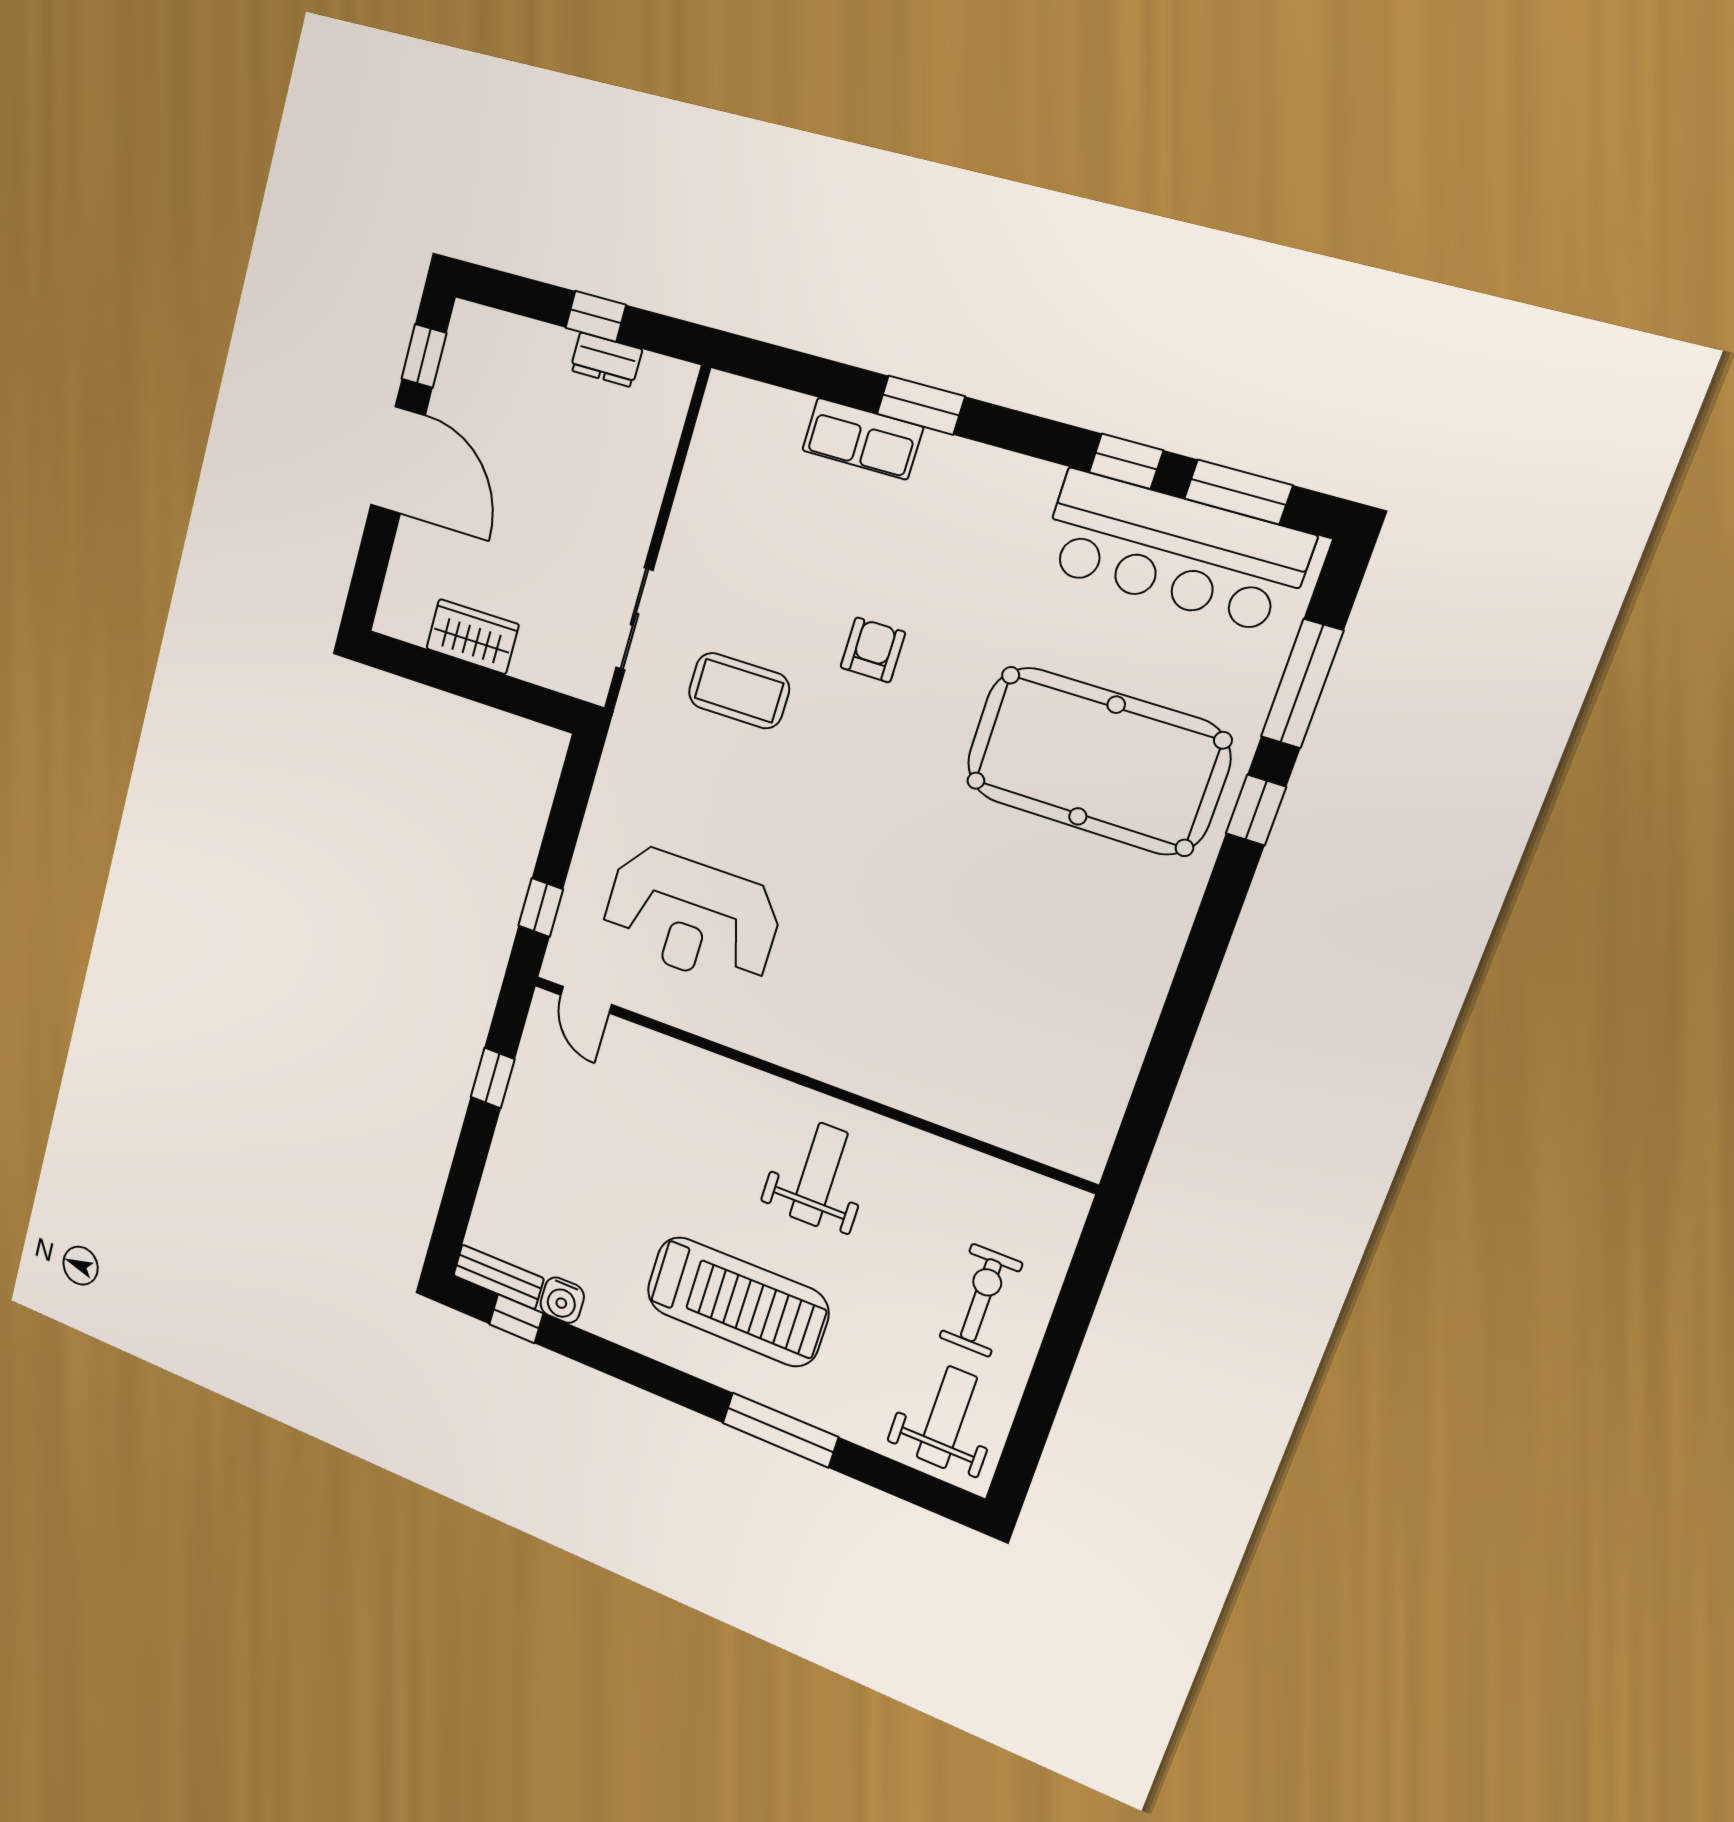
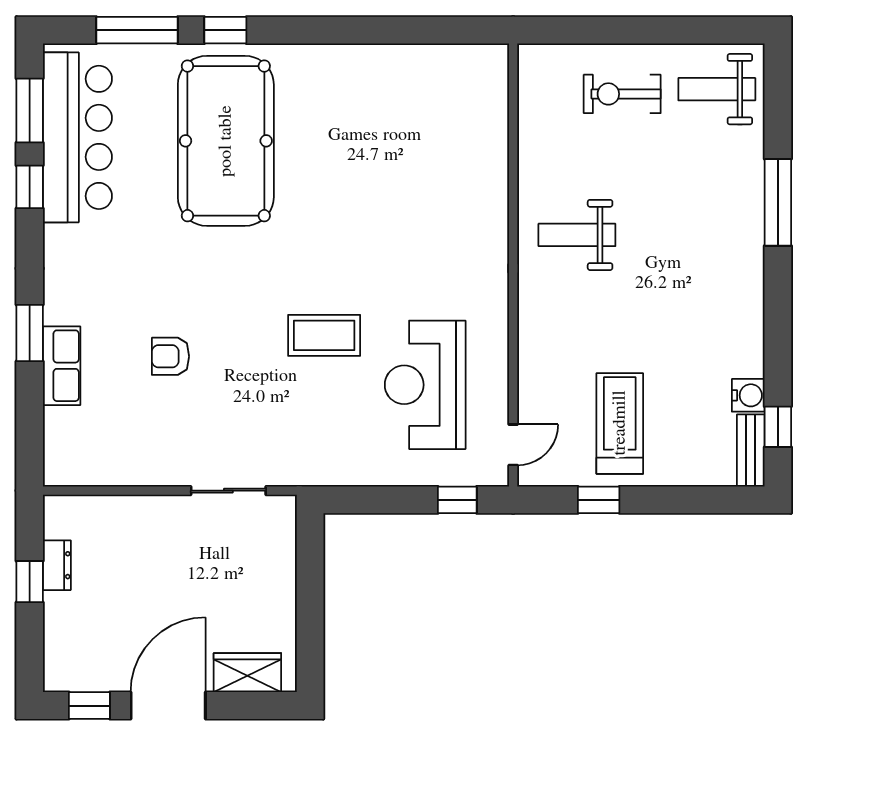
wardrobe: (472, 637) -> (247, 673), moved, turned 90
armchair: (873, 650) -> (170, 356), moved
coffee table: (739, 691) -> (324, 335), moved, turned 90
reception desk: (691, 917) -> (425, 385), turned 180
treadmill: (737, 1302) -> (620, 423), moved, width x0.73, depth x0.73

